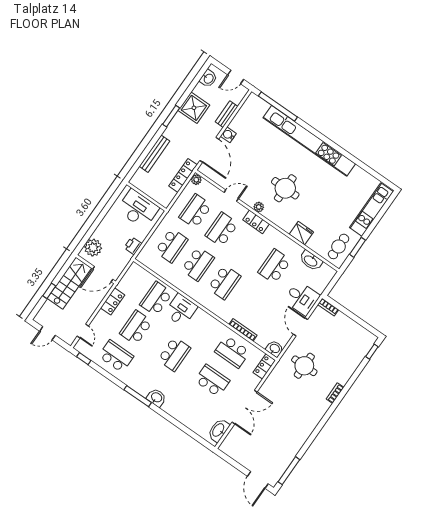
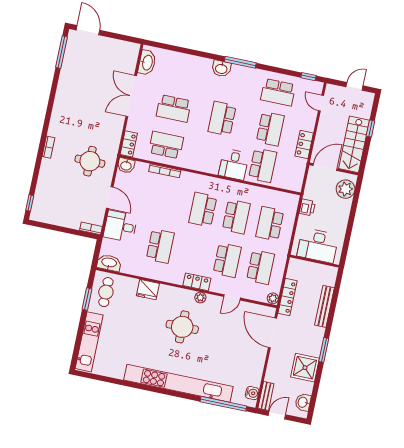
bench: (227, 114) -> (266, 396), moved
water cooler: (228, 135) -> (252, 393), moved
washbasin: (311, 261) -> (109, 263), moved
school desk: (198, 264) -> (236, 217), turned 180

